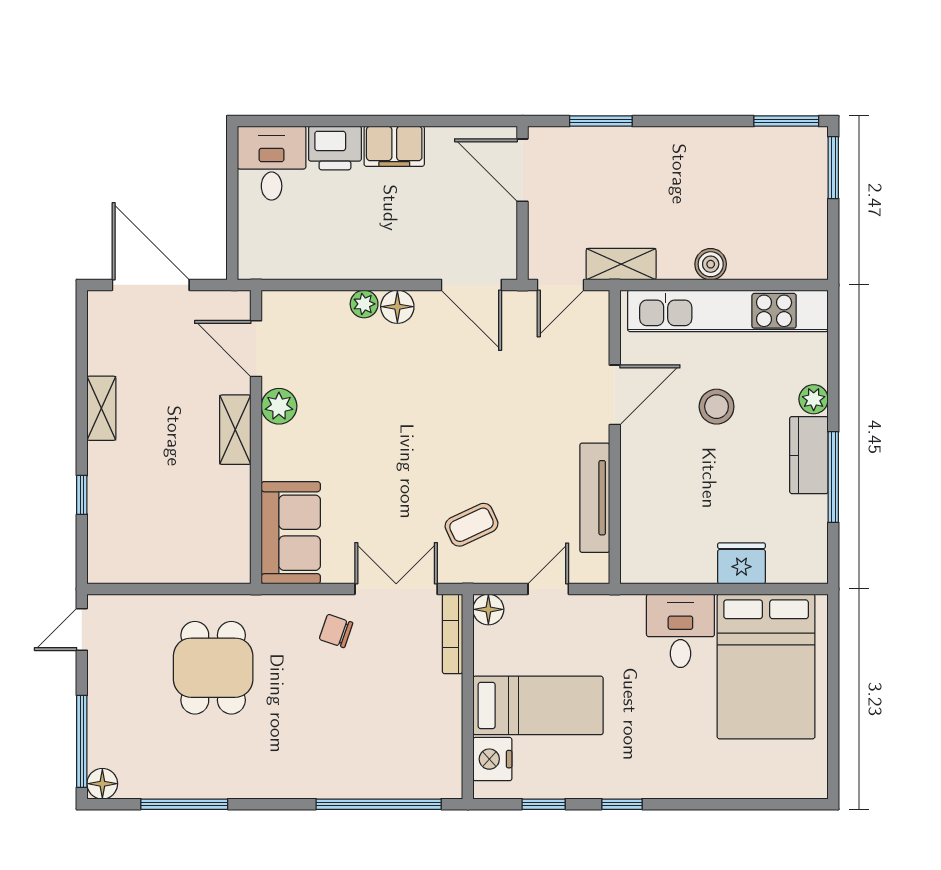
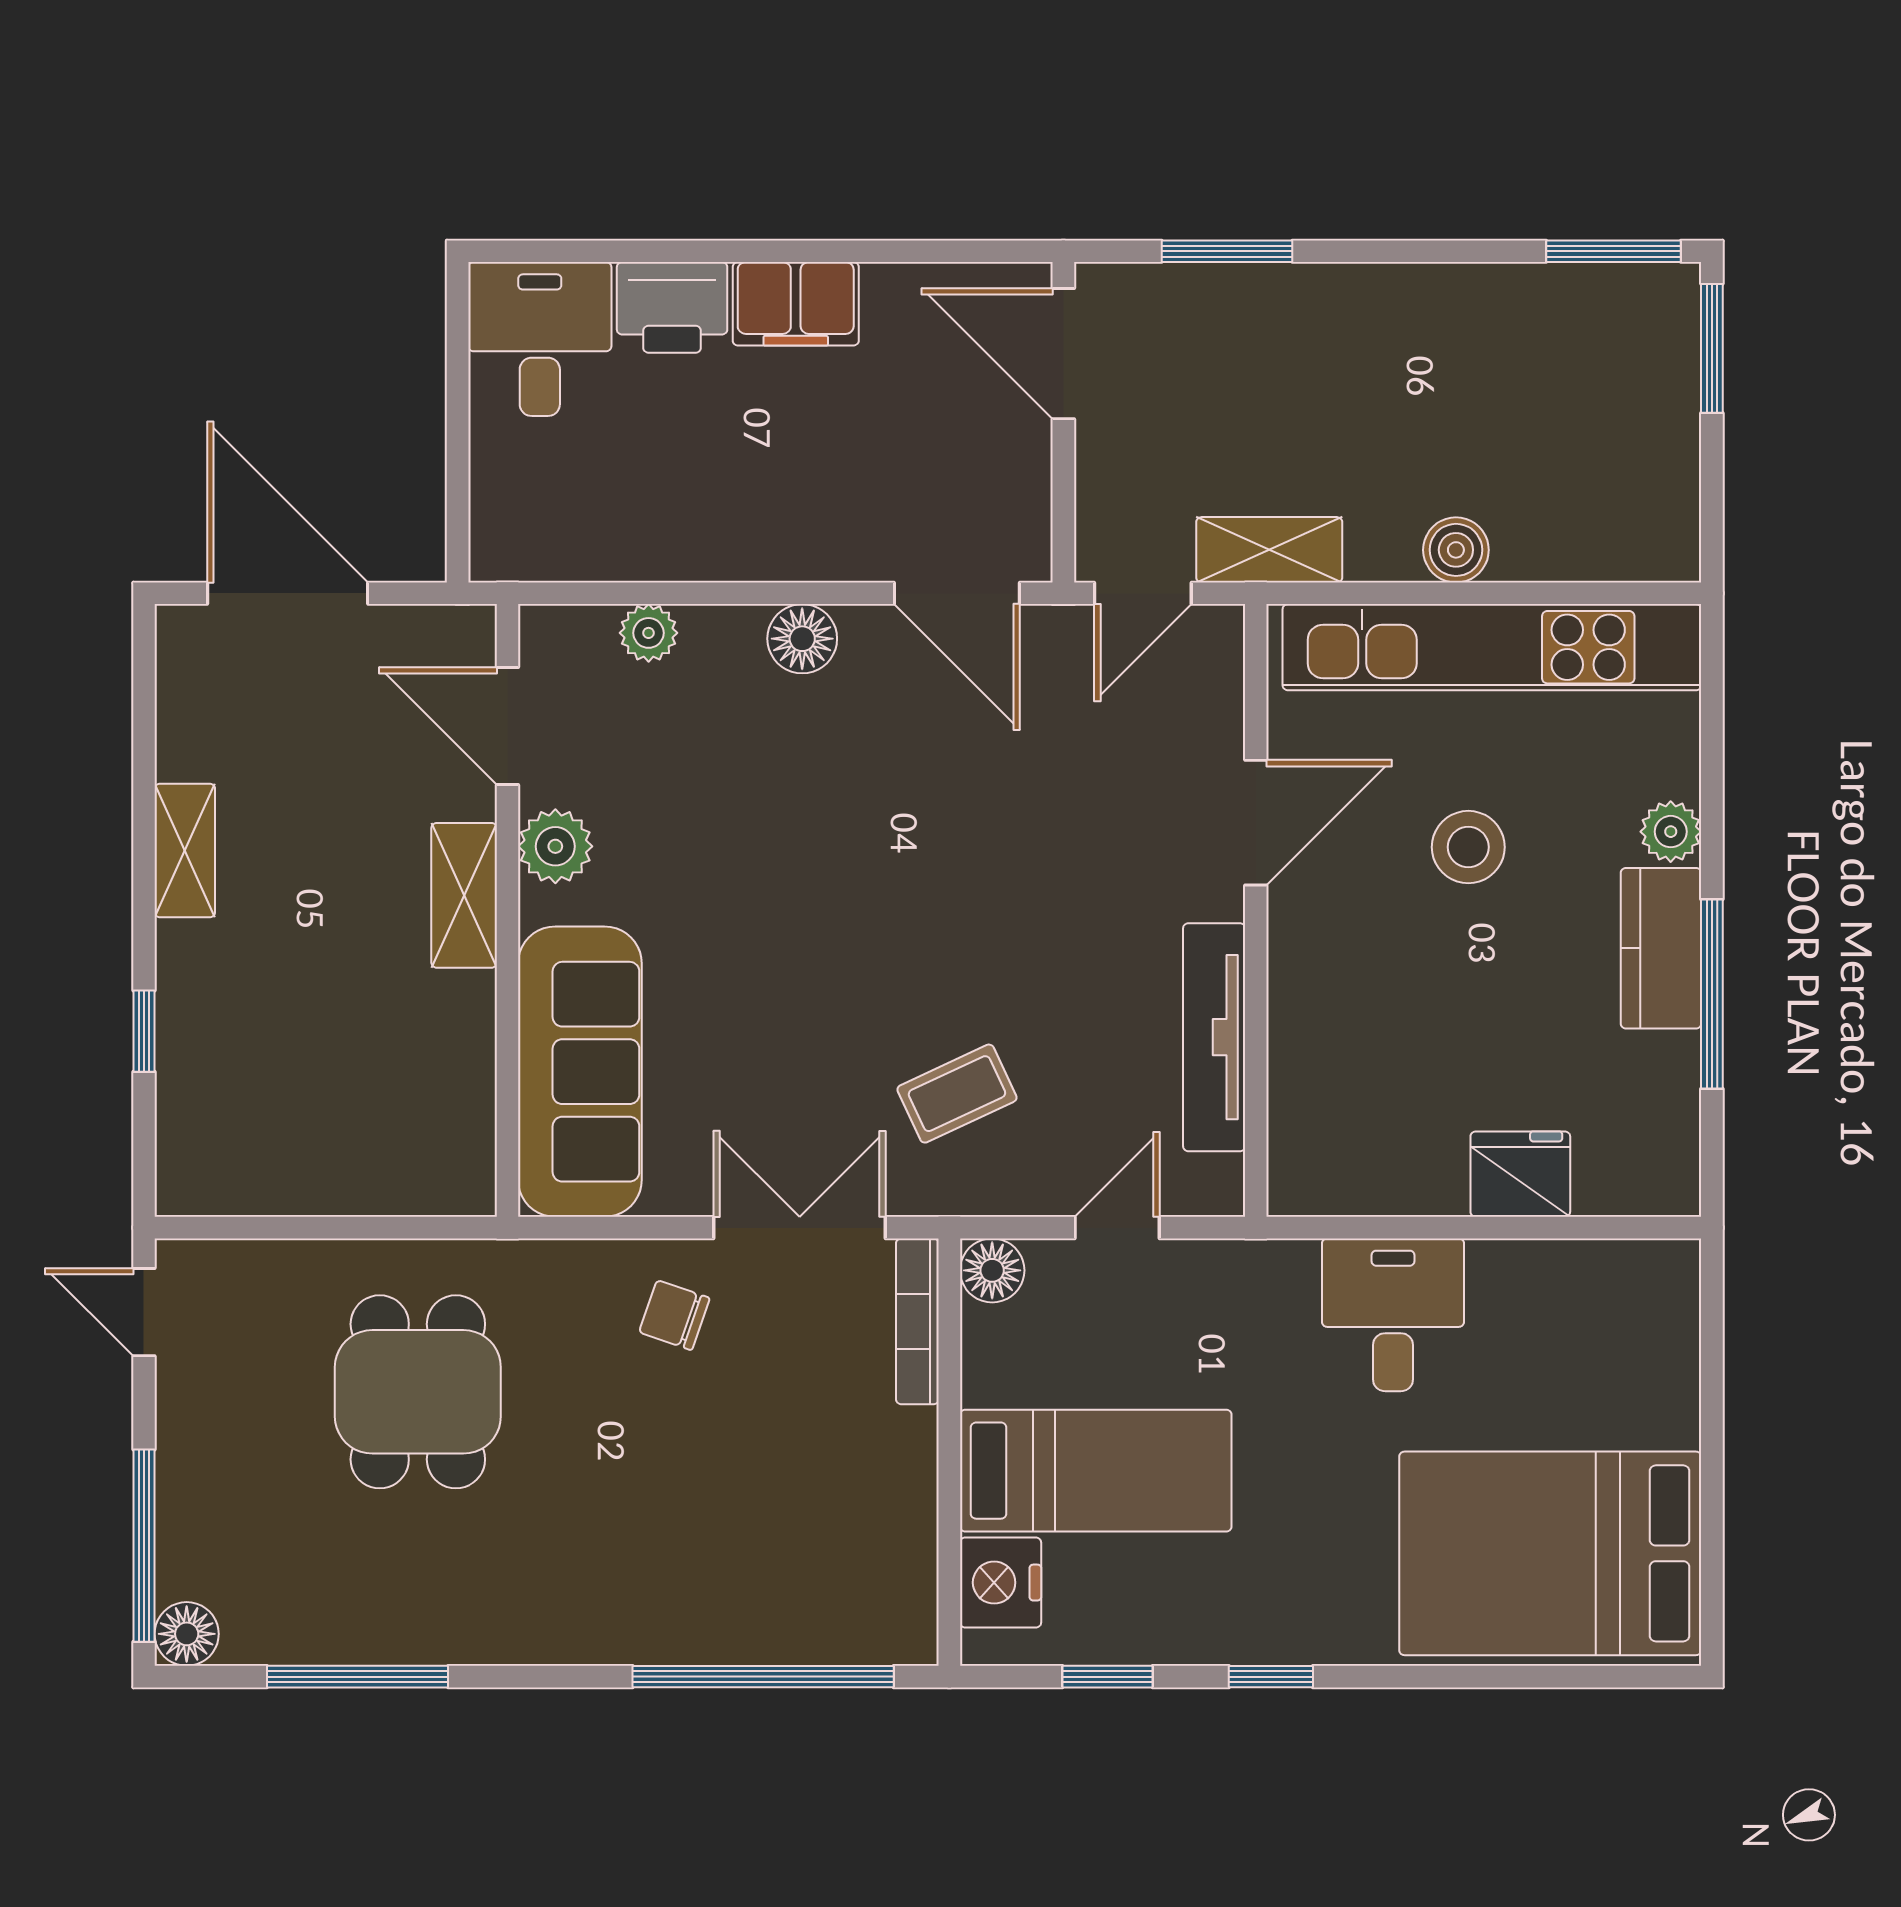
plant: (364, 304) -> (649, 633), moved
sofa: (291, 533) -> (580, 1072), width x1.36
door: (82, 629) -> (144, 1312), hinge flipped
bed: (766, 666) -> (1550, 1553), moved, turned 90

